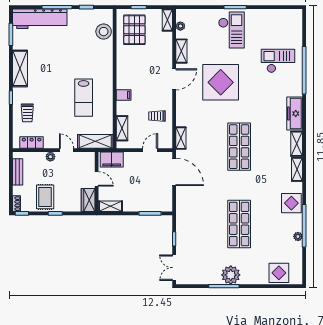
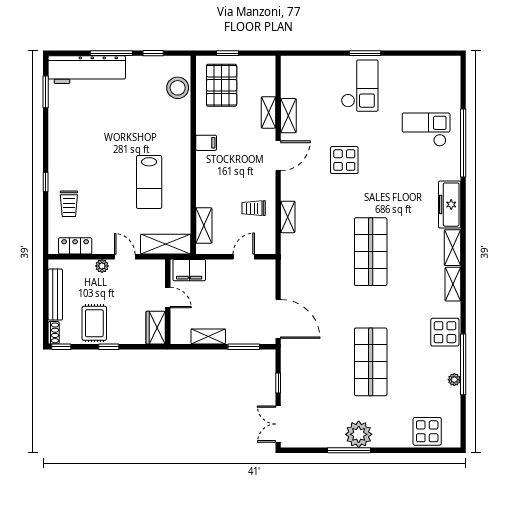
shelving: (167, 20) -> (268, 112), moved
plant: (180, 26) -> (287, 80), removed
shelving: (20, 68) -> (59, 140), removed
display table: (221, 82) -> (344, 160), width x0.54, depth x0.54
filing cabinet: (124, 95) -> (206, 143), moved
shelving: (181, 138) -> (288, 217), moved
bench: (18, 172) -> (55, 295), width x1.36
door: (174, 172) -> (278, 319), moved
shelving: (110, 206) -> (208, 337), moved

